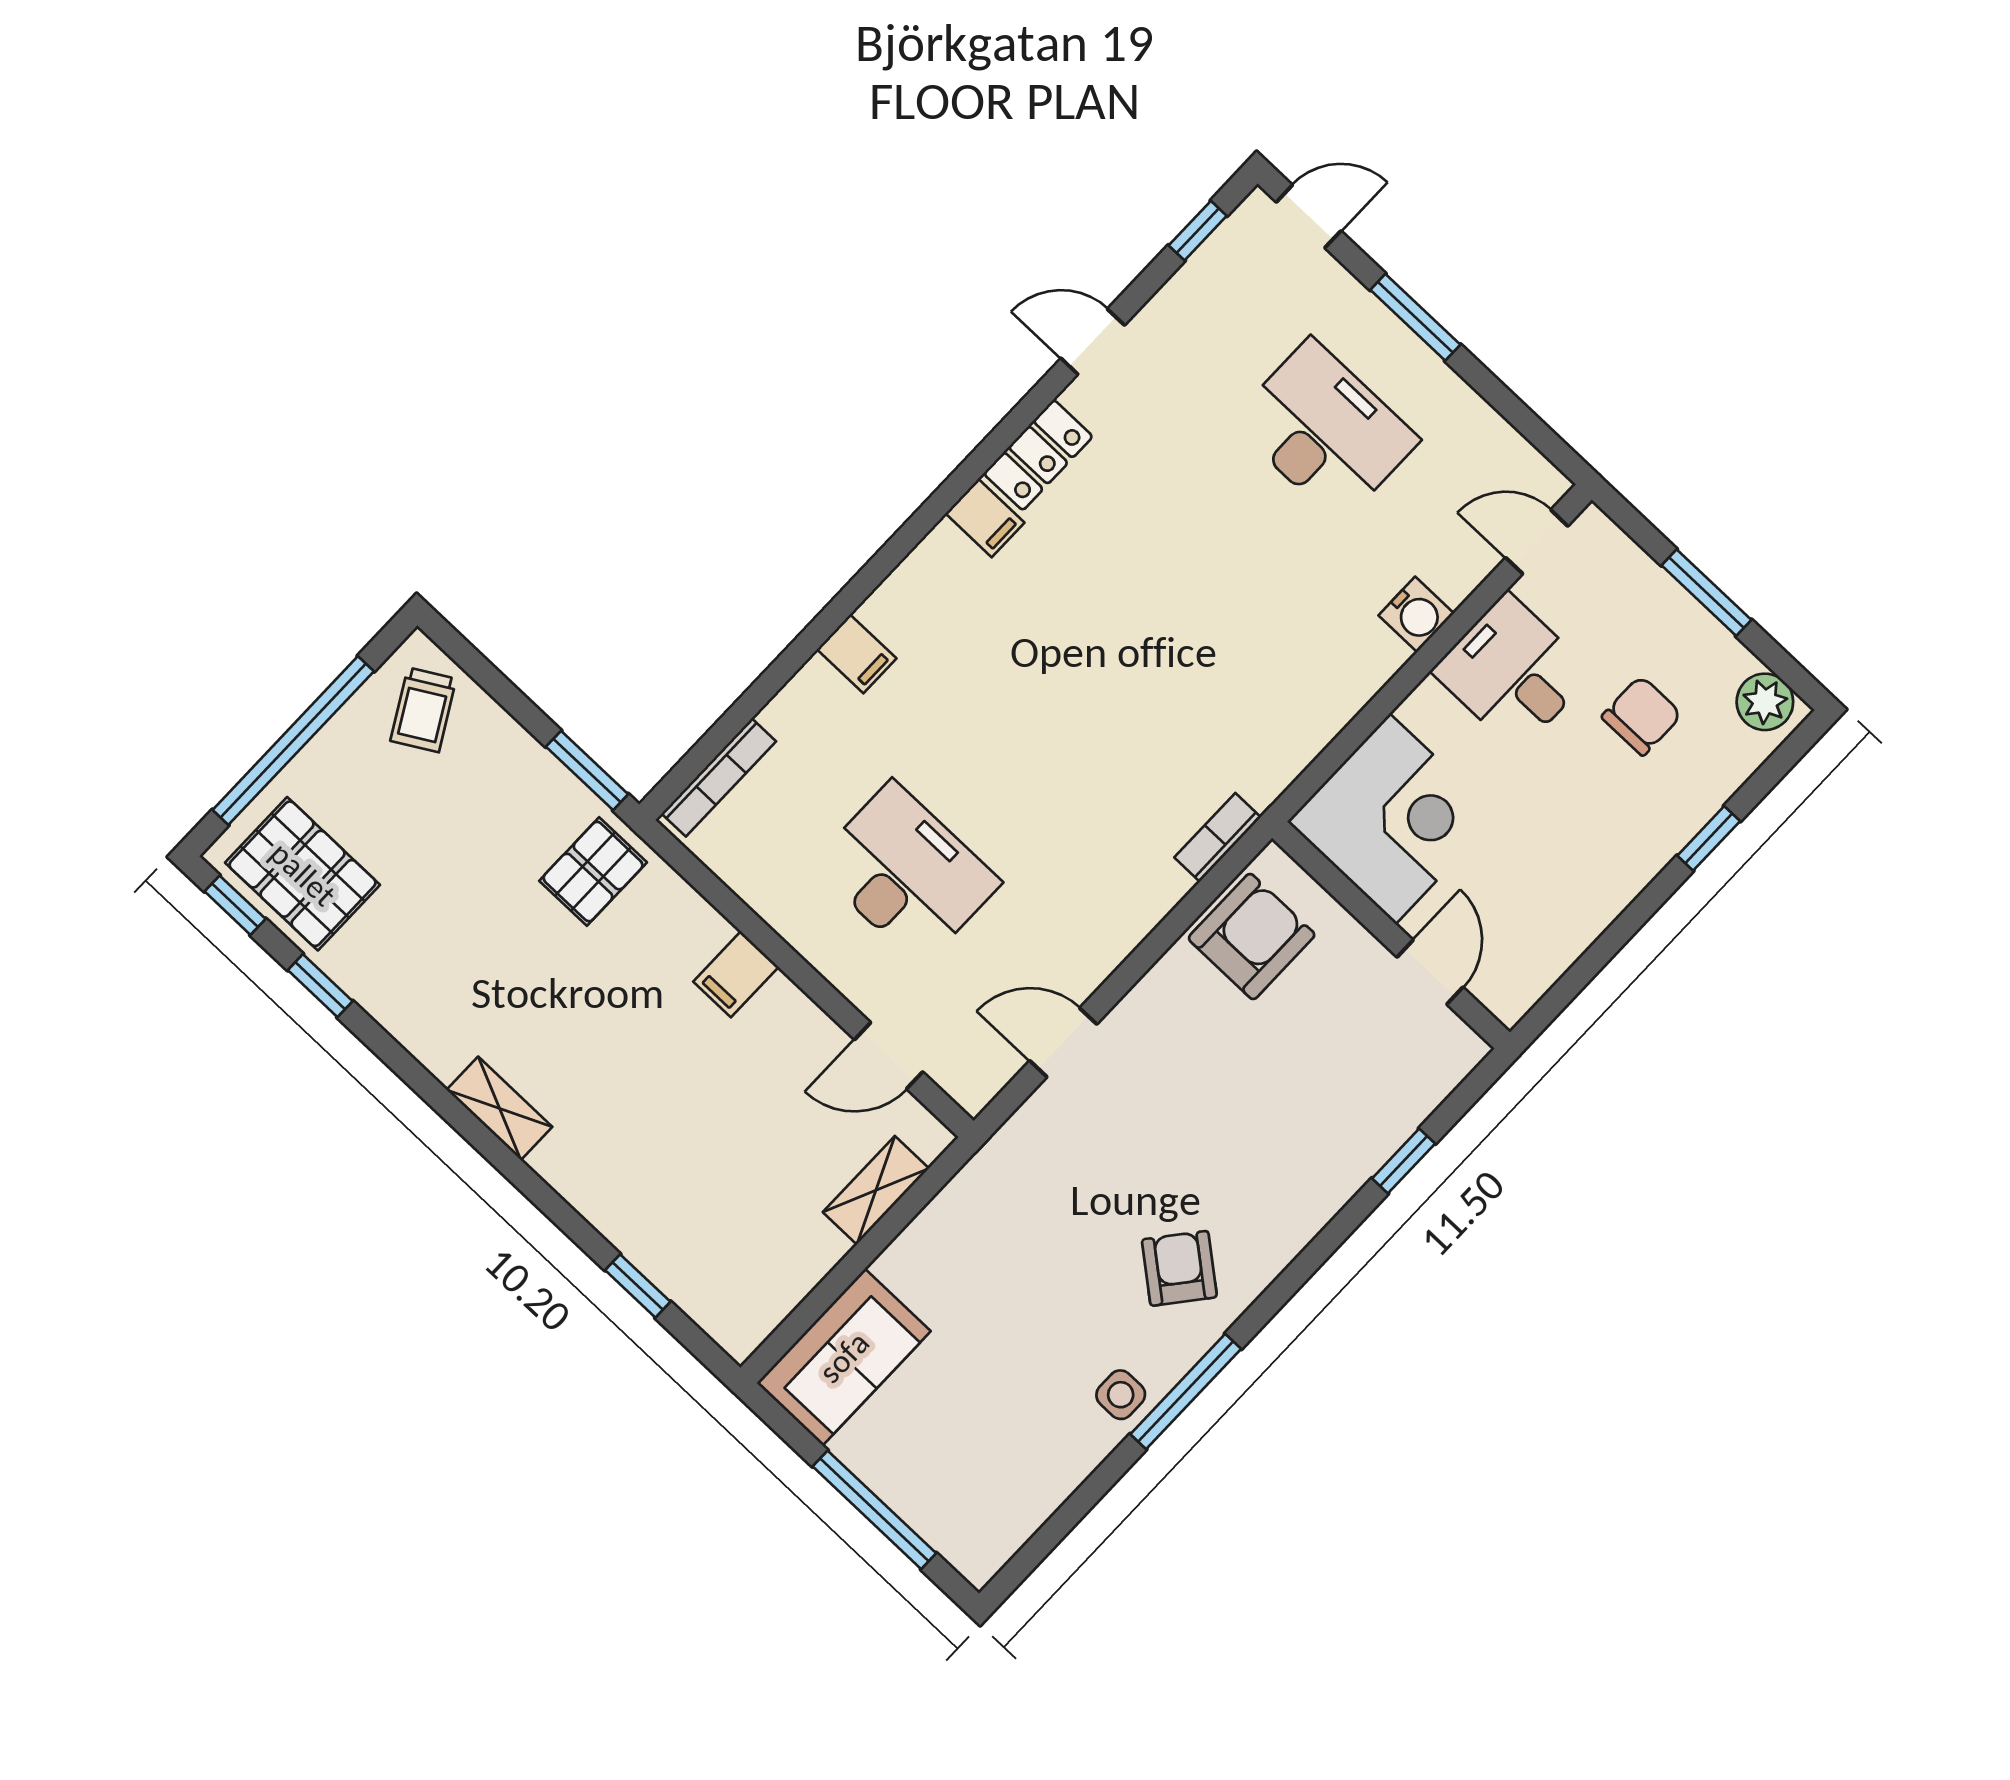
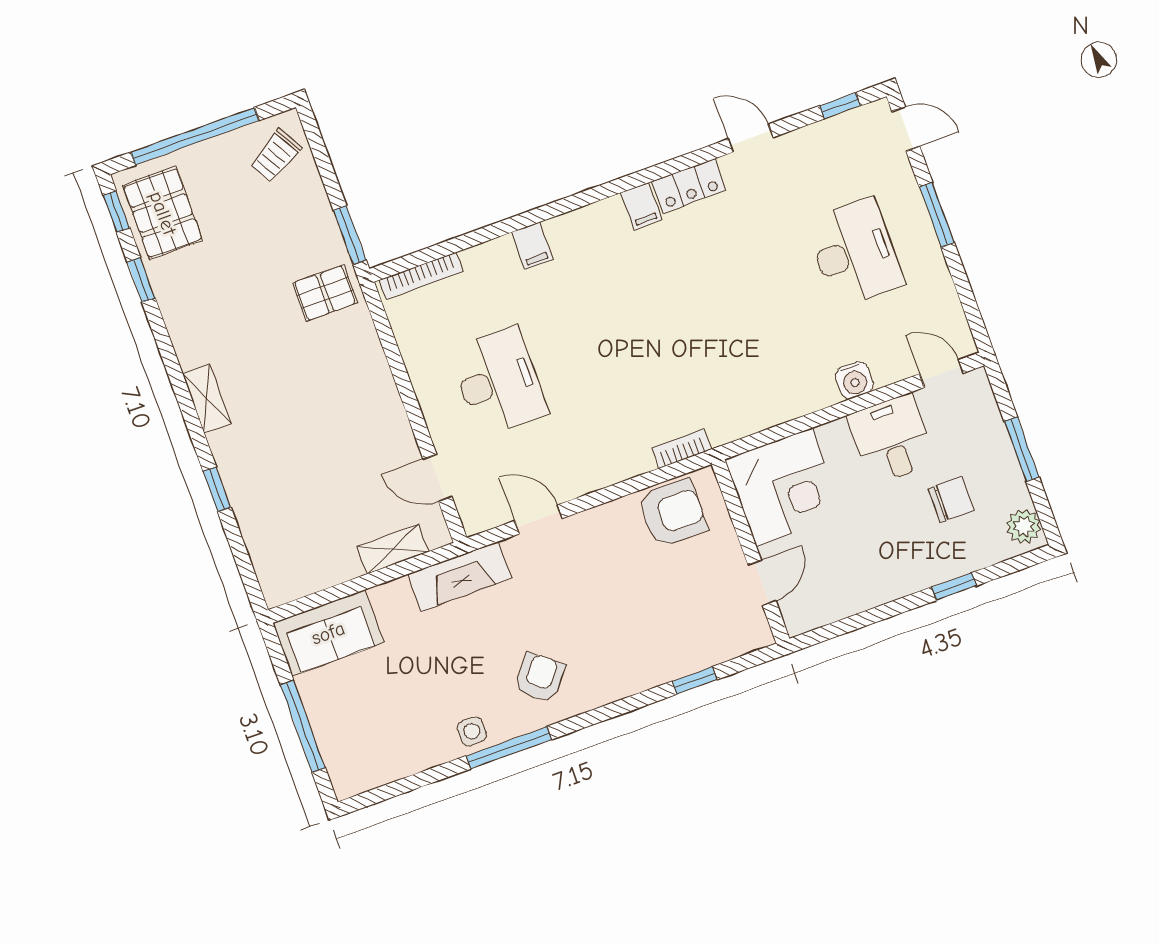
filing cabinet: (736, 974) -> (376, 390), removed
fireplace: (991, 1181) -> (460, 576), added
window: (638, 1286) -> (217, 489), moved

